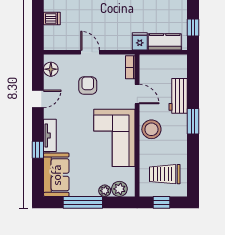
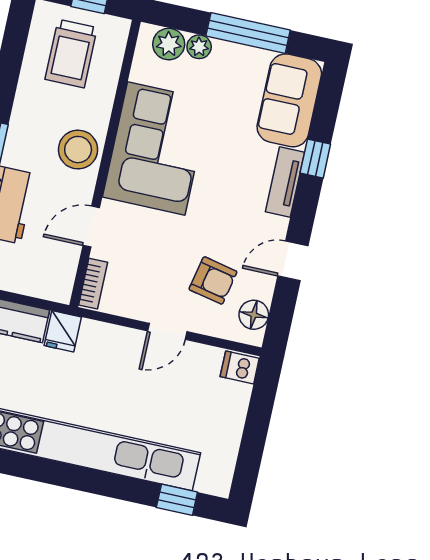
dishwasher: (52, 19) -> (240, 367), moved
door: (90, 52) -> (167, 331), hinge flipped
armchair: (88, 86) -> (213, 280), moved, turned -78
door: (137, 94) -> (91, 227), hinge flipped
trolley: (165, 174) -> (71, 54), turned 90

